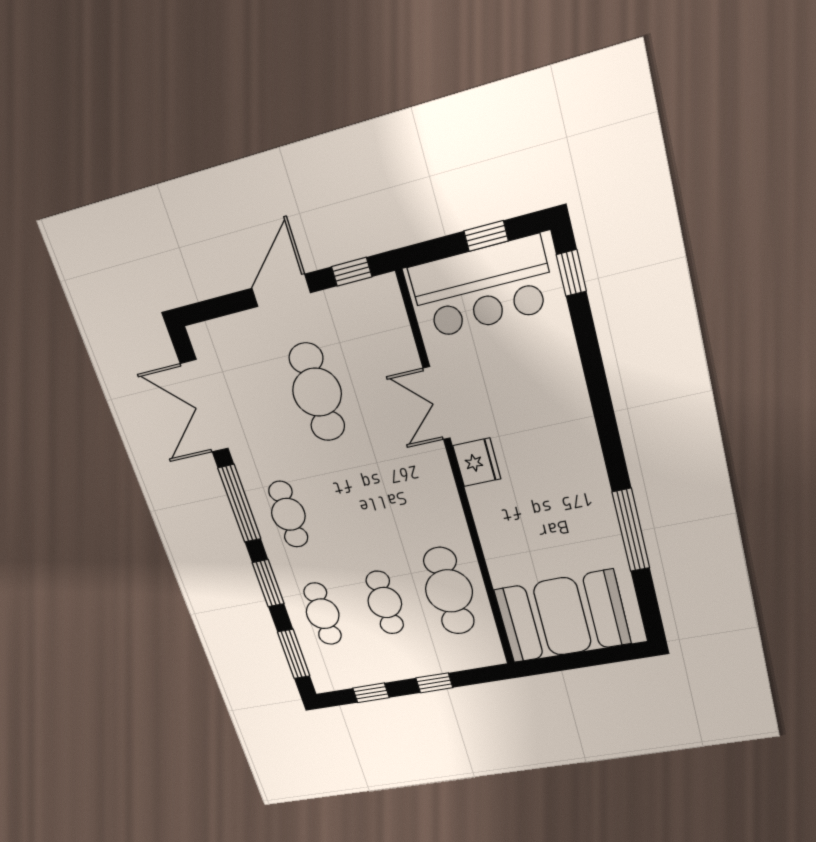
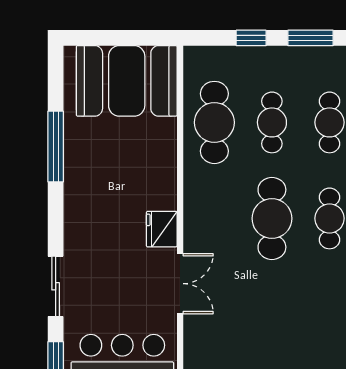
sliding door: (593, 364) -> (56, 286), added
cafe table: (317, 392) -> (272, 218), moved
window: (371, 693) -> (310, 38), width x1.50

